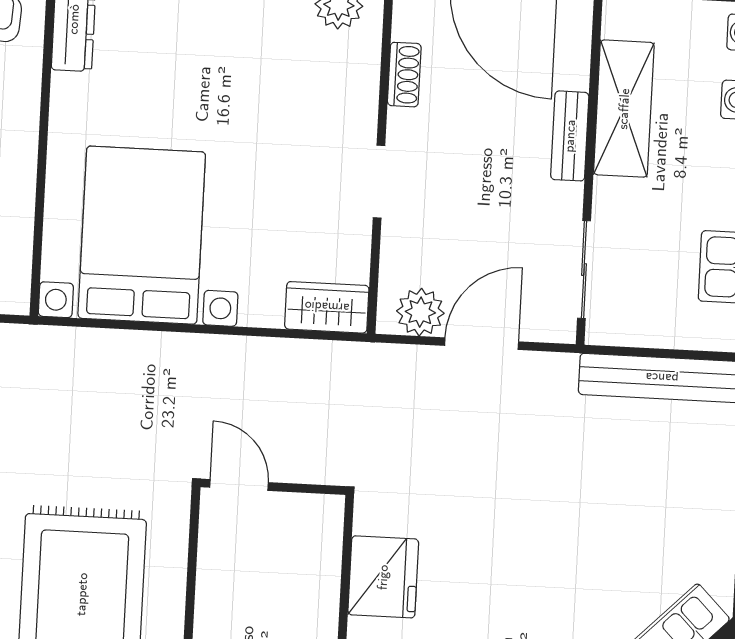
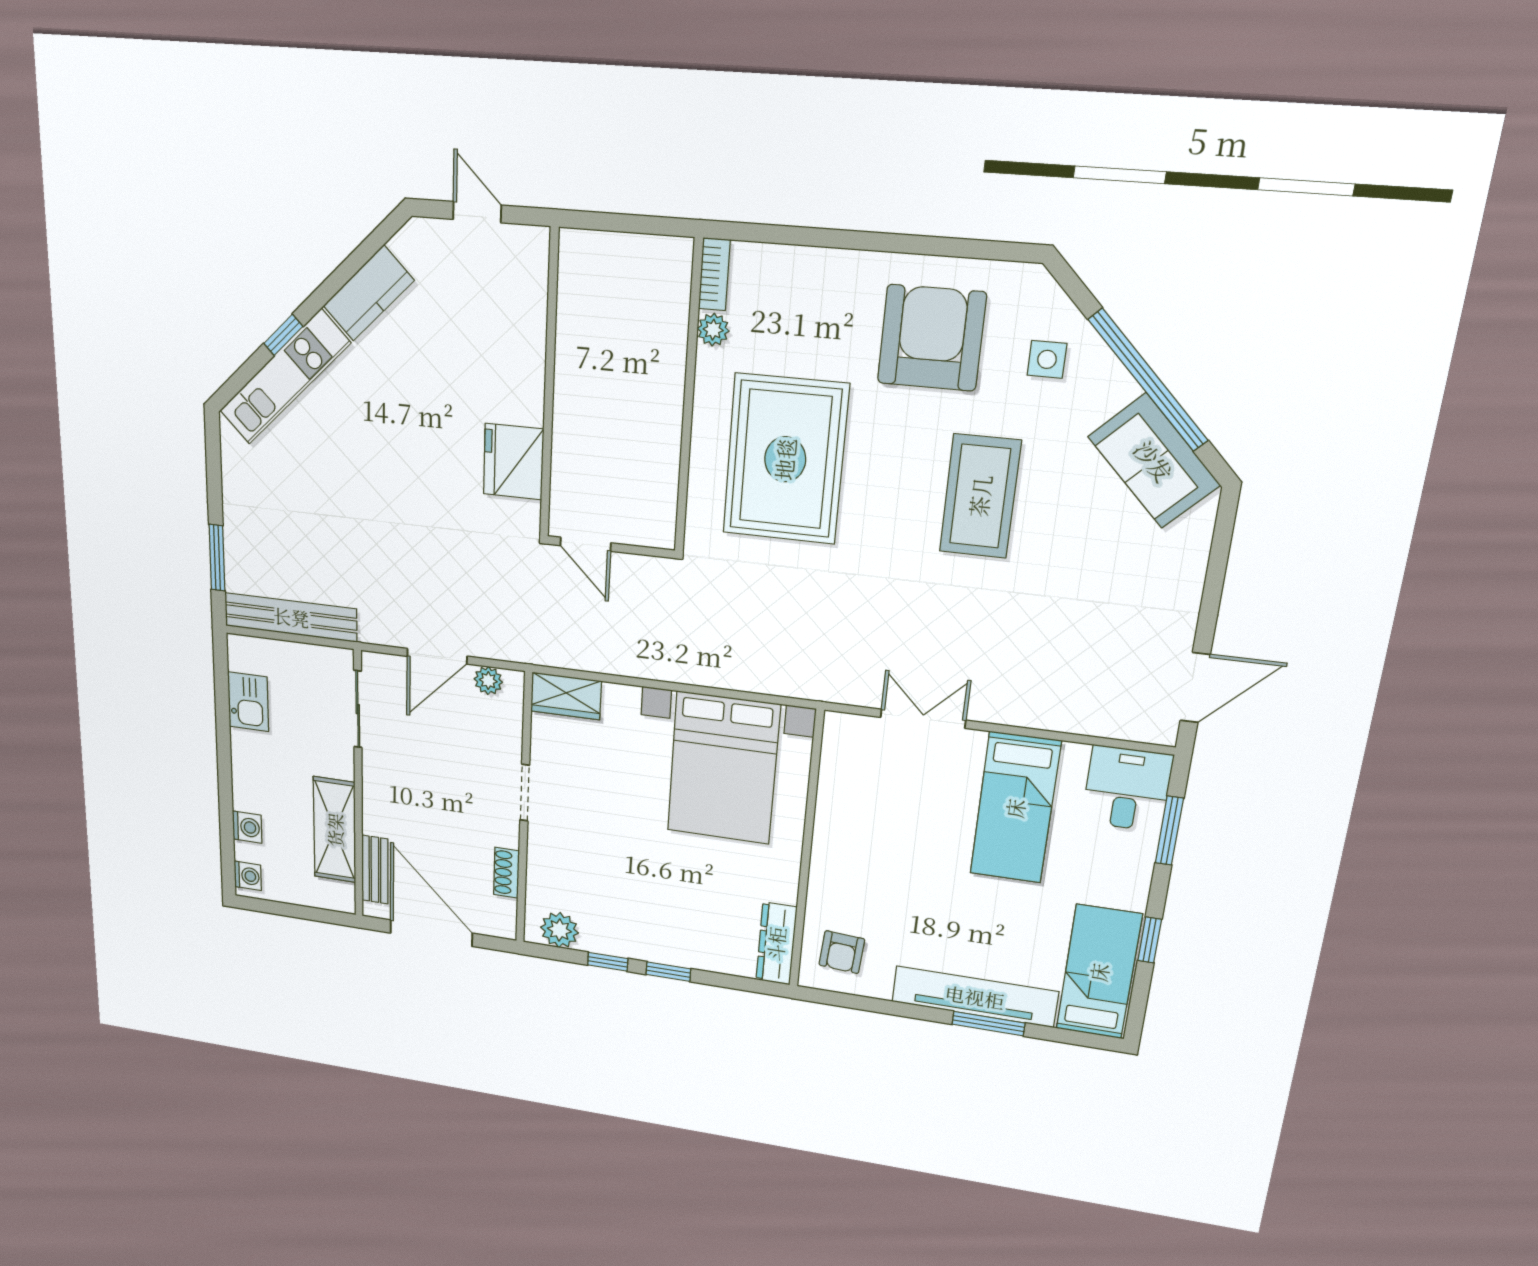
bench: (570, 136) -> (375, 870), moved
plant: (420, 312) -> (488, 681), width x0.73, depth x0.73
door: (239, 485) -> (586, 544), moved

